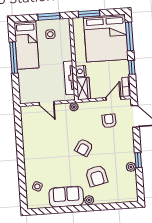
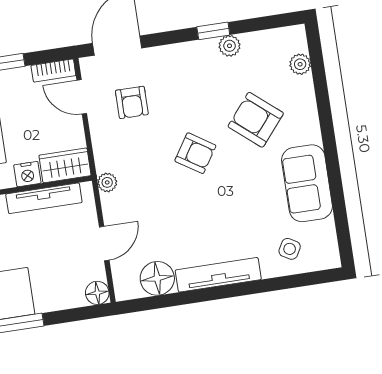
floor lamp: (25, 98) -> (97, 293), added
armchair: (109, 121) -> (132, 102), turned -87
floor lamp: (29, 126) -> (157, 278), added
tv unit: (28, 153) -> (218, 275), added
armchair: (97, 176) -> (256, 120), turned -127
plant: (89, 200) -> (300, 64), moved

